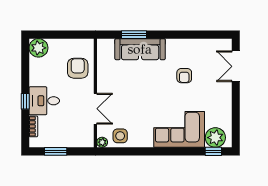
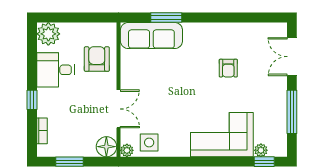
sofa: (140, 49) -> (151, 36), moved
desk: (44, 101) -> (55, 70), moved
window: (236, 111) -> (292, 112), added
plant: (215, 138) -> (261, 150), width x0.53, depth x0.53
floor lamp: (86, 139) -> (106, 147), added

